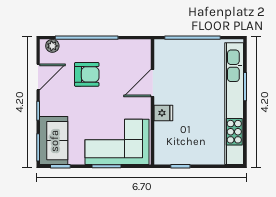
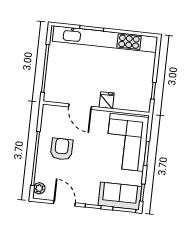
armchair: (87, 74) -> (62, 149), moved

